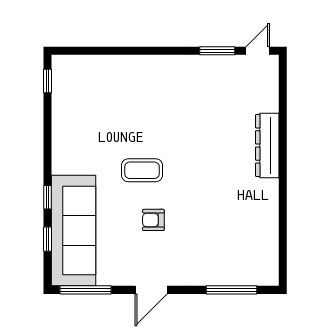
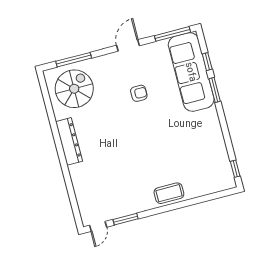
dresser: (267, 145) -> (69, 141), moved
coffee table: (142, 170) -> (169, 193), moved
window: (48, 197) -> (215, 90), width x1.50
spiral stairs: (241, 249) -> (74, 89), added

